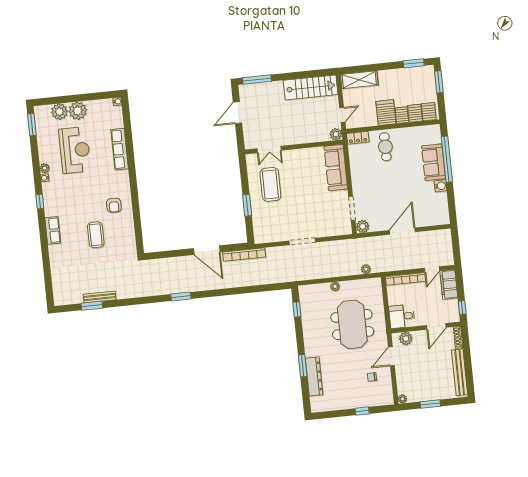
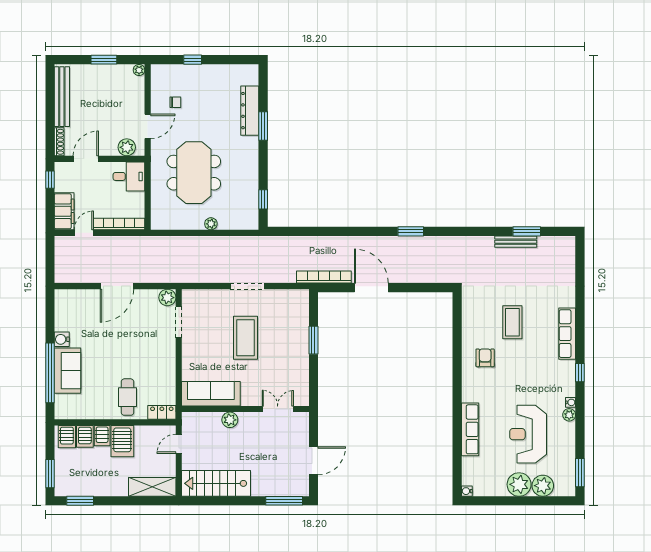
plant: (336, 134) -> (230, 420), moved
sofa: (336, 168) -> (211, 394), moved, turned -90
coffee table: (270, 184) -> (246, 338), moved
row of seats: (53, 230) -> (567, 334), width x1.48
plant: (366, 269) -> (169, 242), removed

